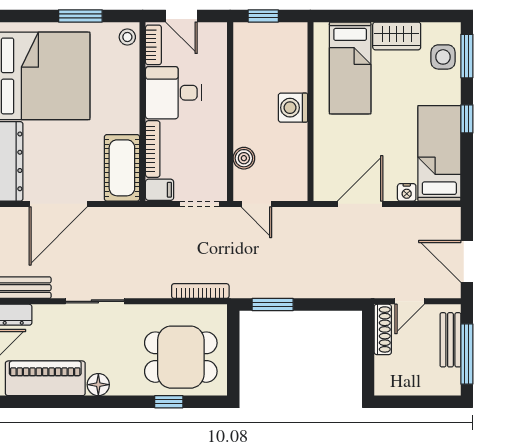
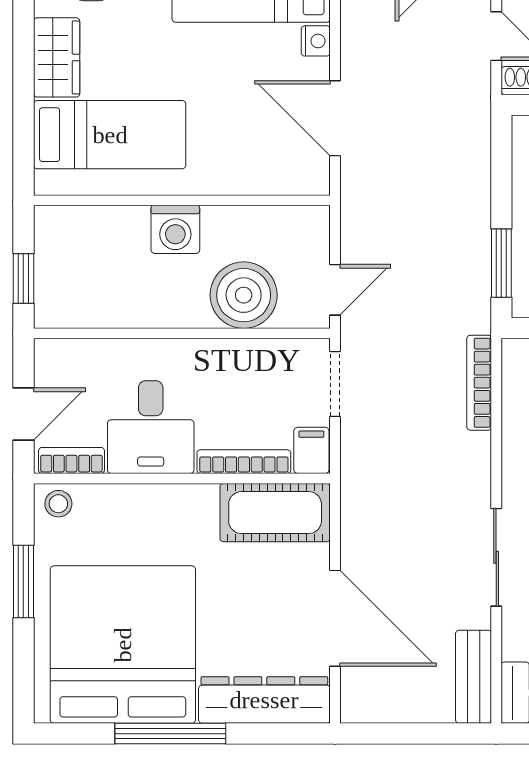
boiler: (244, 158) -> (244, 295), width x1.86, depth x1.86

